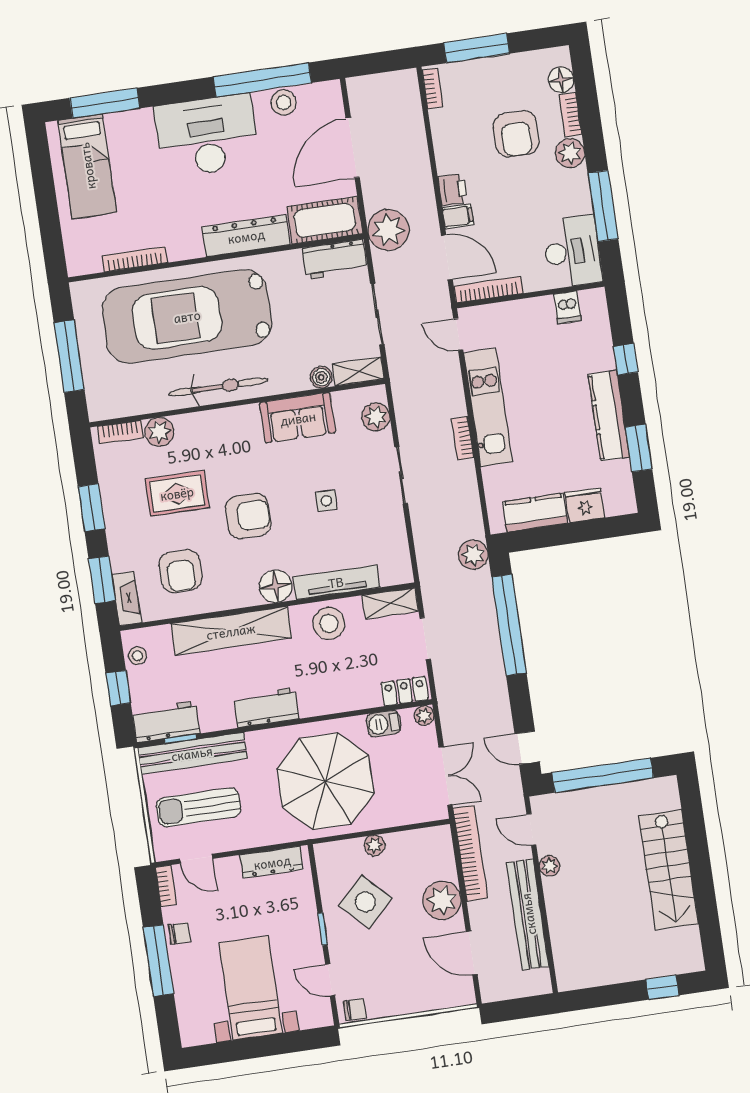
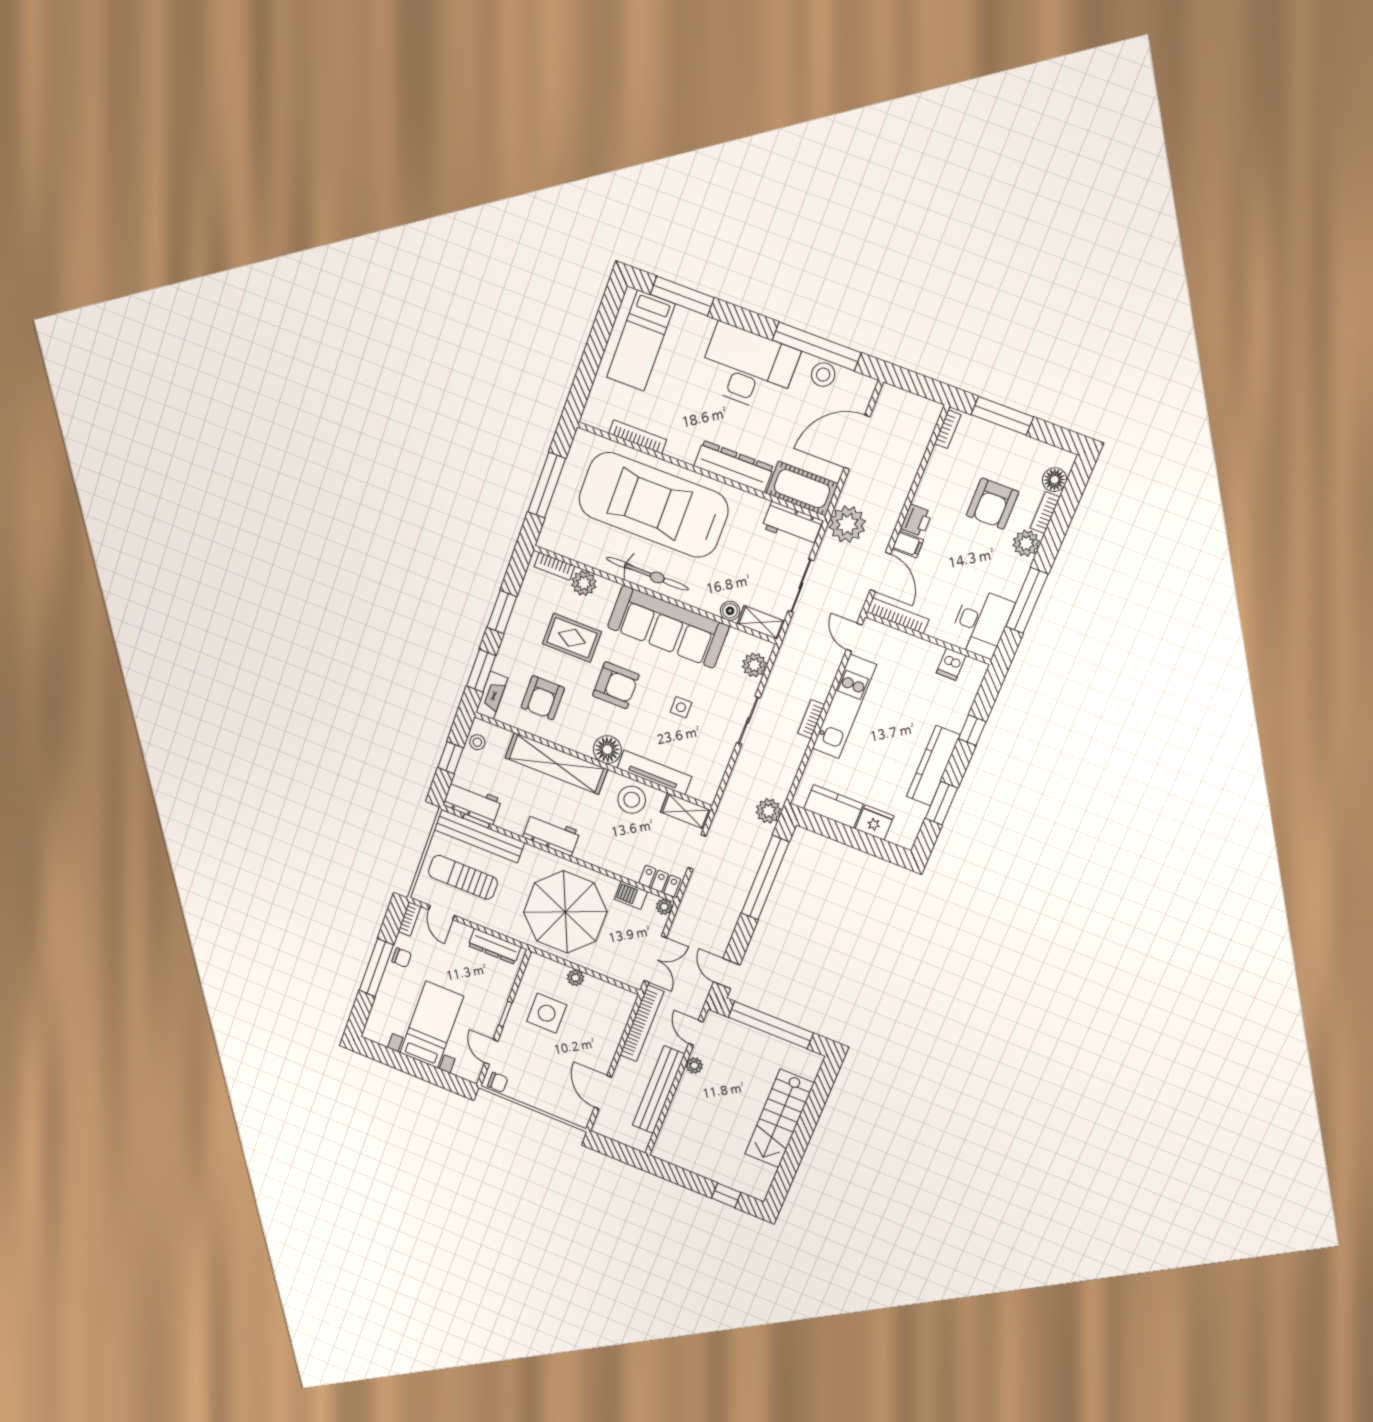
sofa: (298, 418) -> (668, 627), width x1.85, depth x1.27
plant: (442, 900) -> (602, 1044), removed
side table: (365, 902) -> (547, 1013), turned 45

